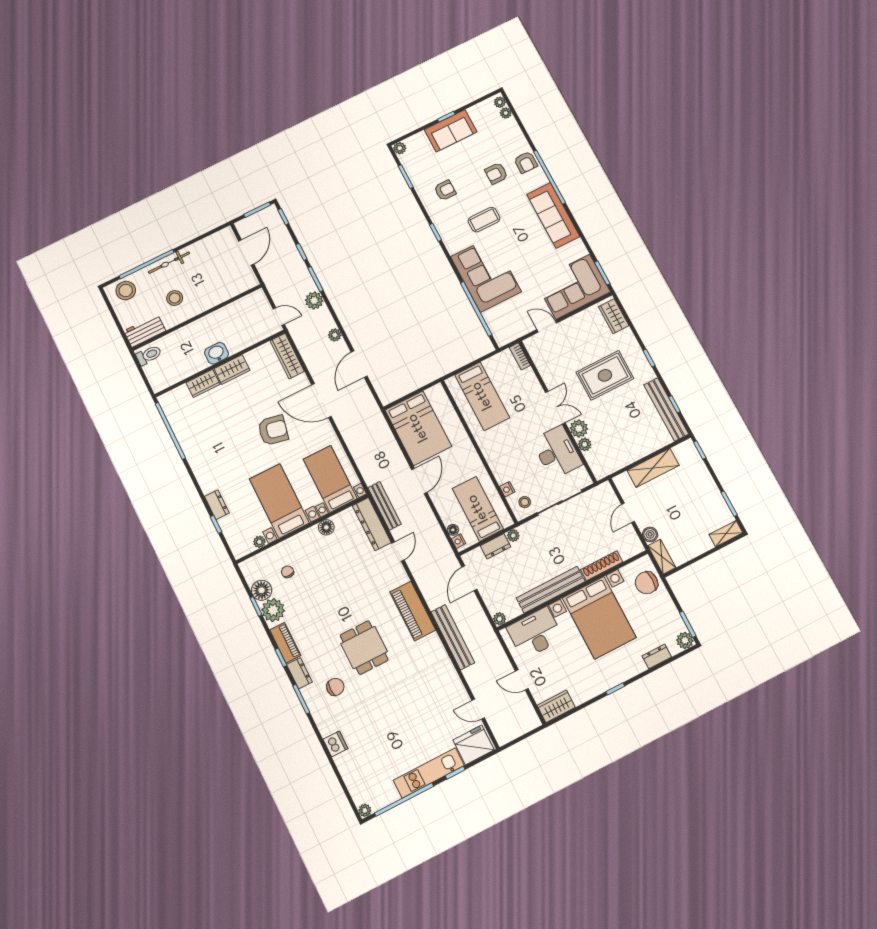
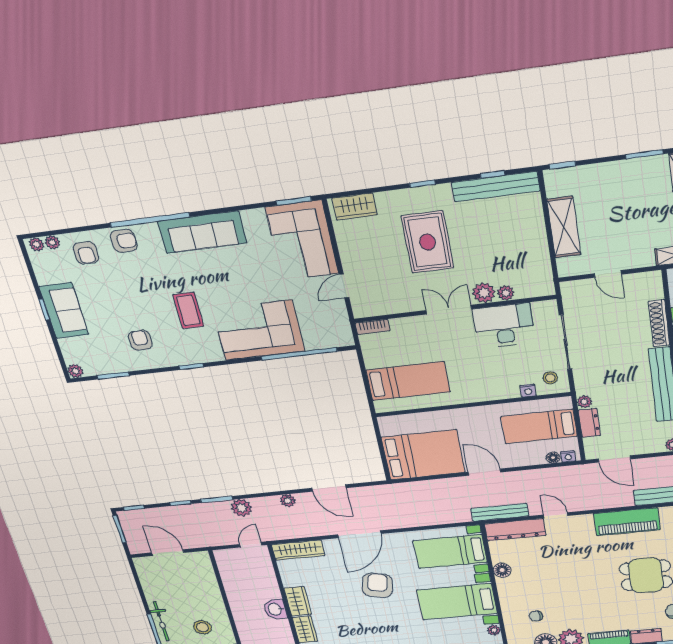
armchair: (496, 173) -> (86, 253), moved
boiler: (650, 534) -> (644, 259), removed

